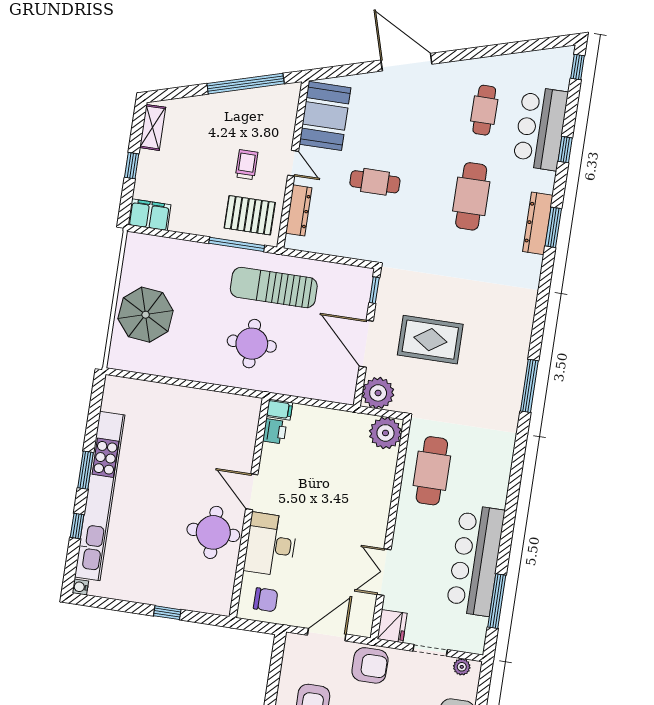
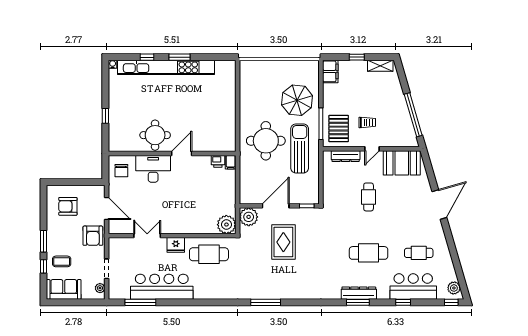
plant: (554, 59) -> (454, 288), added
parasol: (146, 315) -> (297, 100), moved
round table: (252, 344) -> (266, 141), width x1.36, depth x1.36
fridge: (392, 626) -> (176, 245), moved

